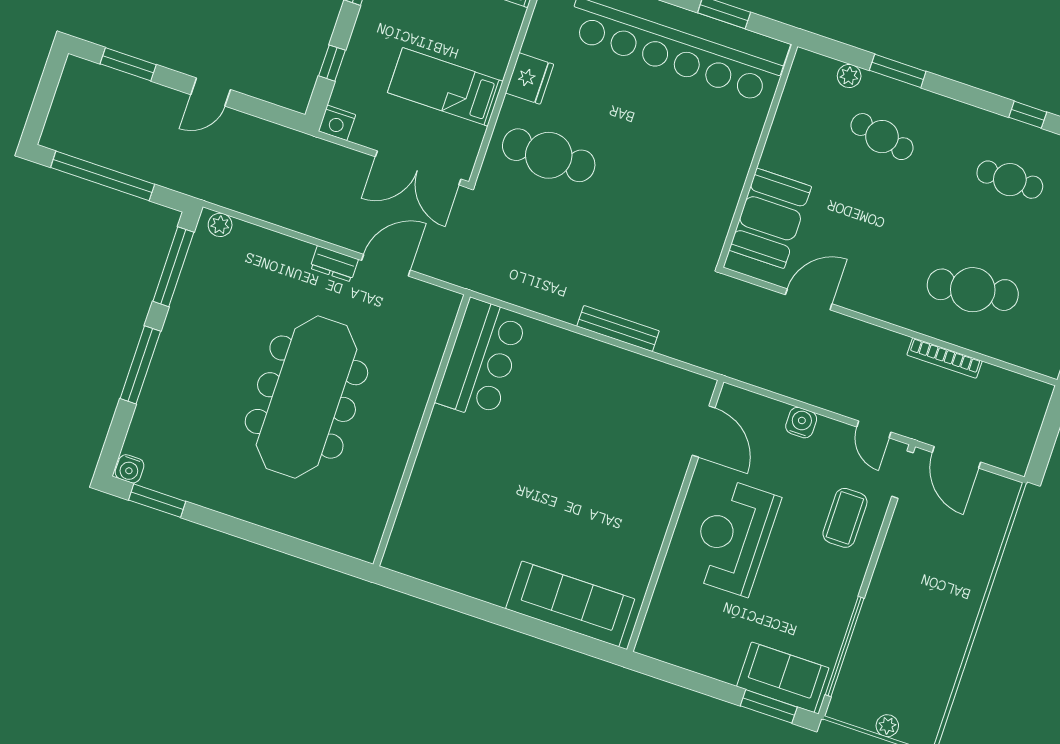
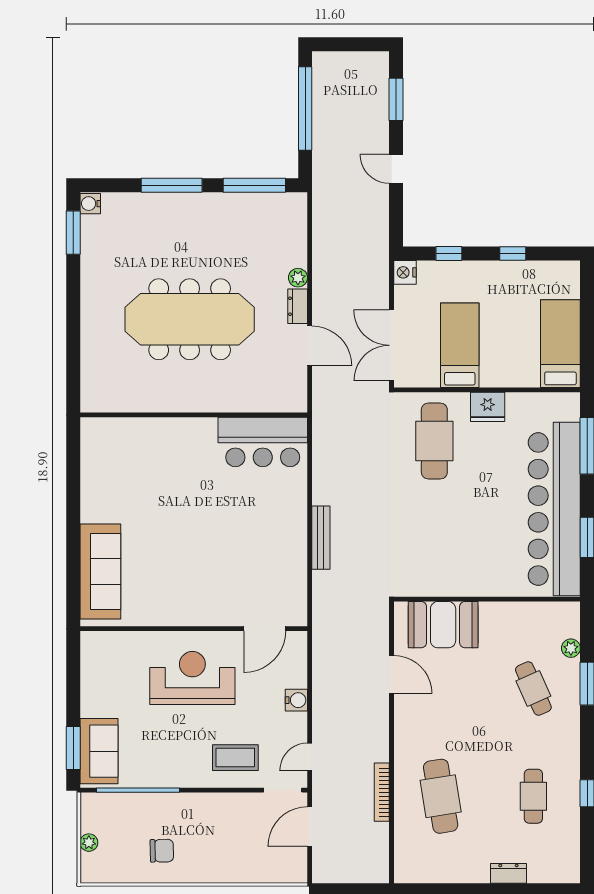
cafe table: (882, 137) -> (533, 688), turned -36
plant: (220, 225) -> (298, 278), moved
chair: (926, 642) -> (162, 851), added

